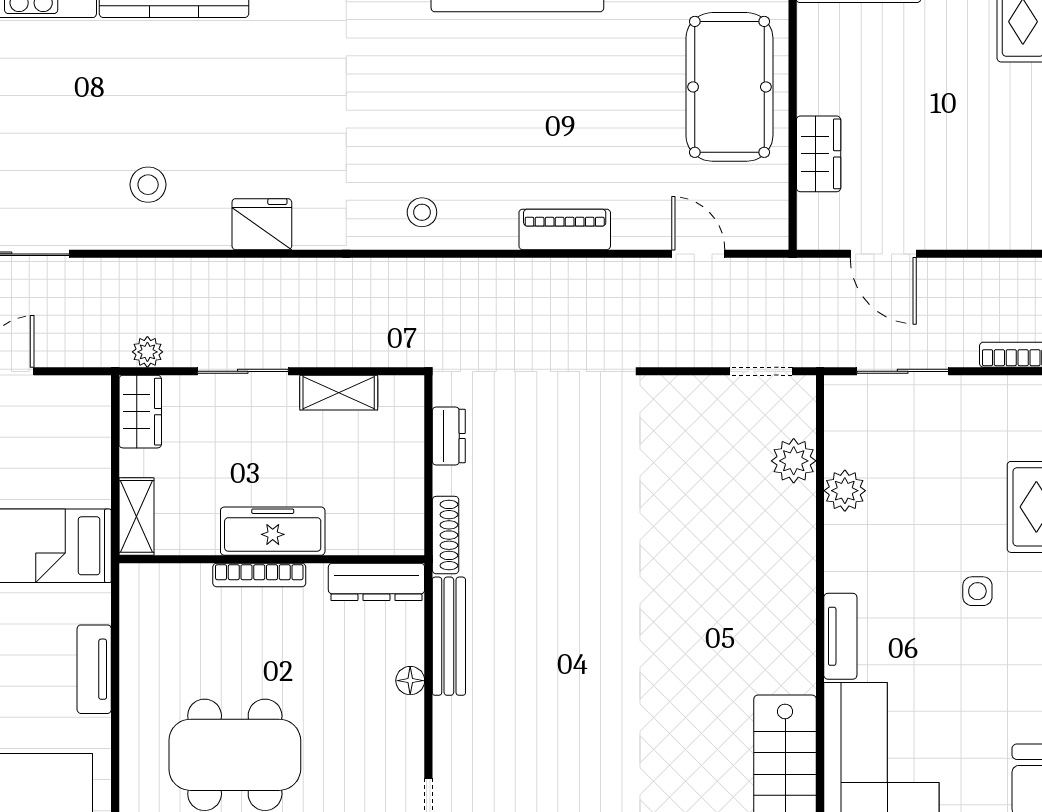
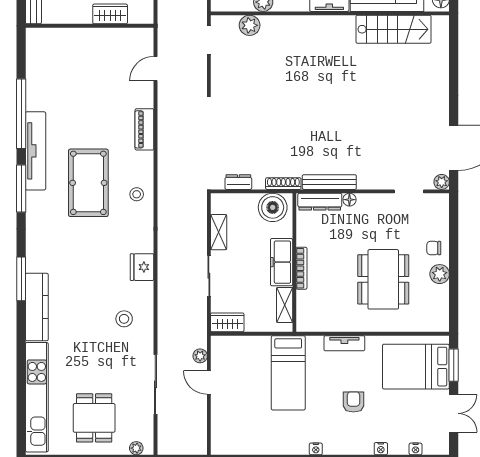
pool table: (729, 87) -> (88, 183), moved, turned 90
plant: (147, 352) -> (200, 356), moved
boiler: (393, 512) -> (273, 207), added
shelving: (136, 516) -> (285, 305), moved, turned 90
dresser: (376, 582) -> (320, 202), moved, turned 90

